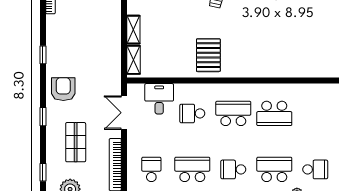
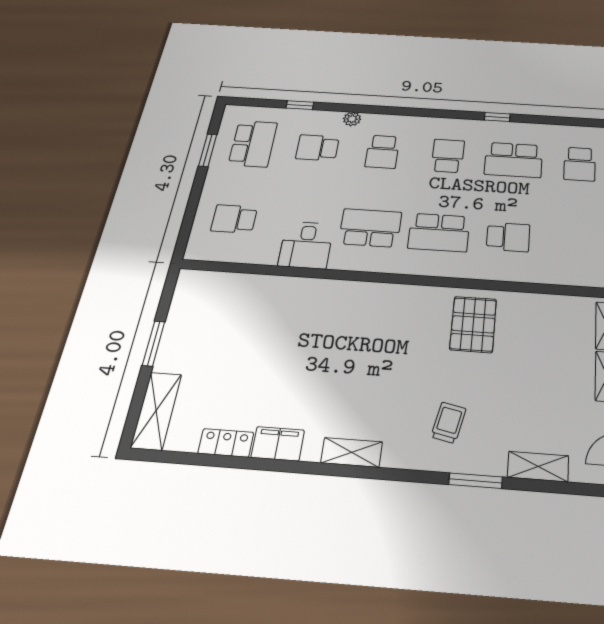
desk: (159, 99) -> (306, 245), moved
school desk: (233, 169) -> (448, 156), turned -90
school desk: (274, 169) -> (382, 152), width x0.54

